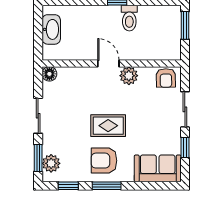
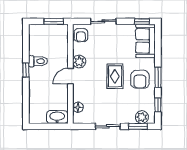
window: (185, 25) -> (54, 21), moved
washbasin: (51, 29) -> (57, 117), moved
floor lamp: (49, 74) -> (78, 107), moved
armchair: (166, 78) -> (81, 35), turned 91
window: (185, 148) -> (142, 21), moved

